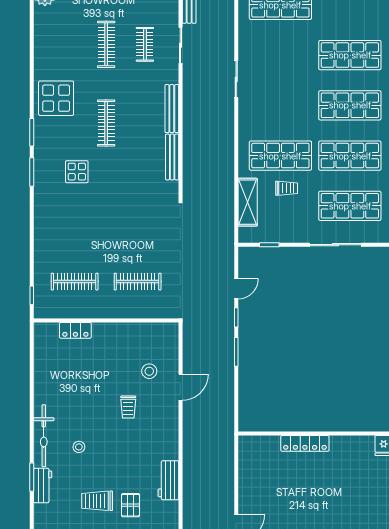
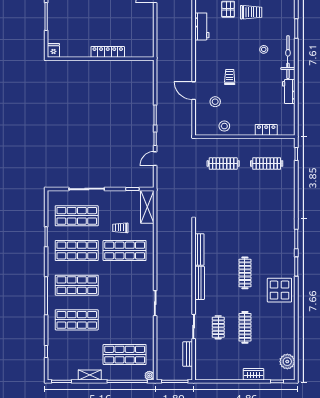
display table: (77, 172) -> (265, 239), removed
shelving: (248, 202) -> (147, 207), moved
stool: (136, 336) -> (224, 126), added
door: (180, 387) -> (194, 91), hinge flipped
workbench: (43, 486) -> (289, 91), moved

